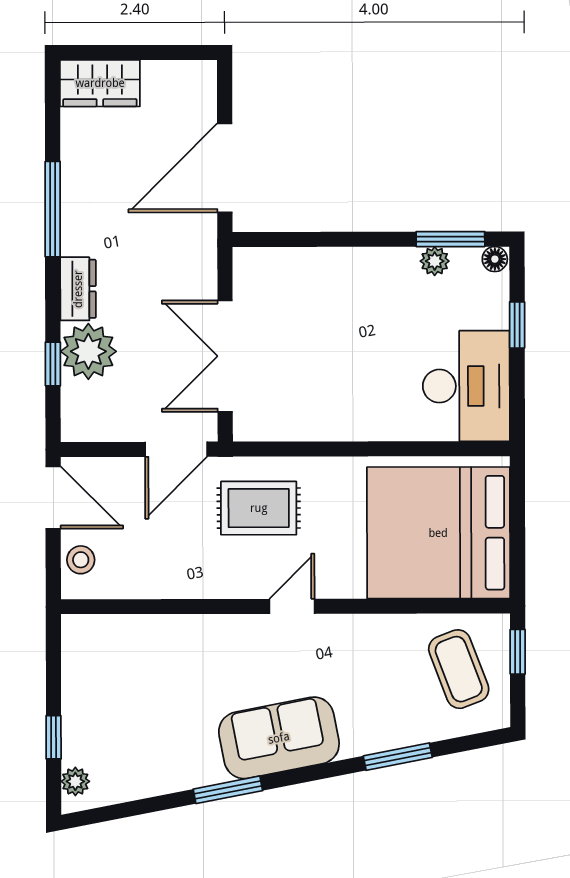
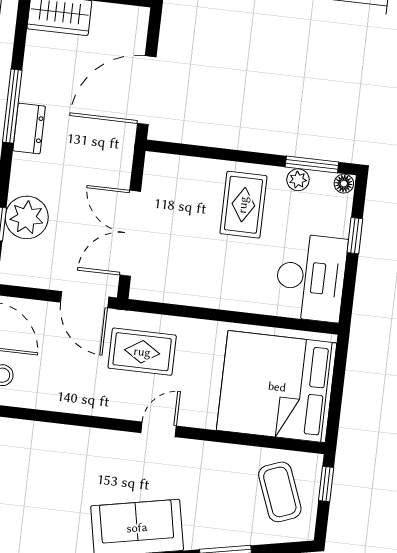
dresser: (78, 289) -> (29, 128), moved
rug: (368, 302) -> (243, 205), added
door: (176, 449) -> (85, 300), hinge flipped

